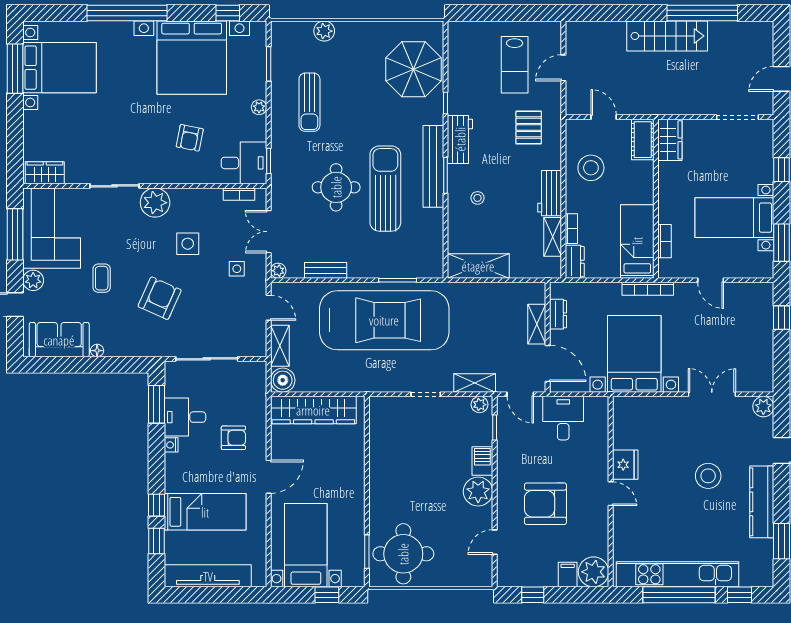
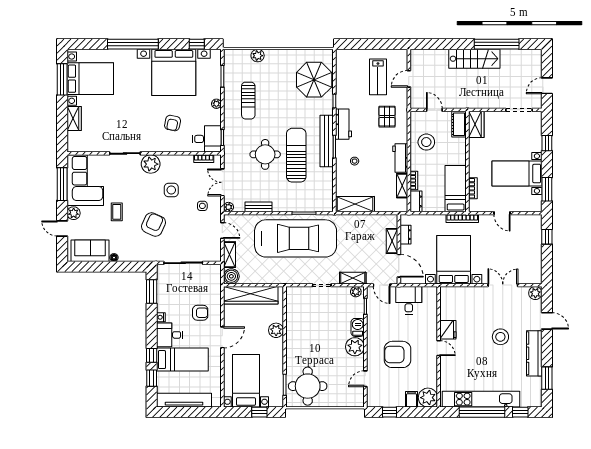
wardrobe: (45, 173) -> (74, 119), moved, turned 90
desk: (185, 417) -> (170, 335), moved
plant: (353, 466) -> (276, 330), added

